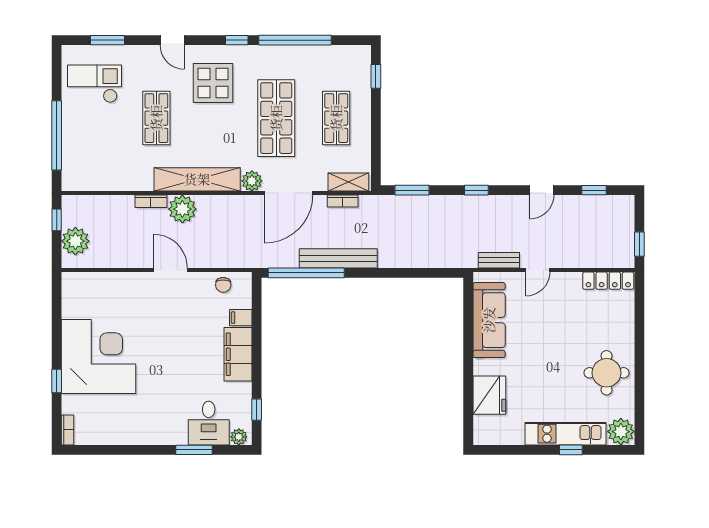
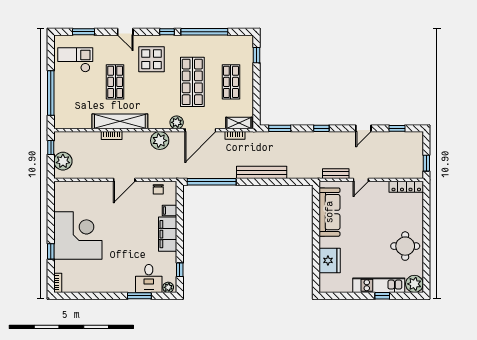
shelving: (197, 179) -> (120, 121), moved
plant: (182, 209) -> (160, 141), moved
bench: (338, 258) -> (262, 172), moved
door: (171, 270) -> (124, 180), swing flipped

